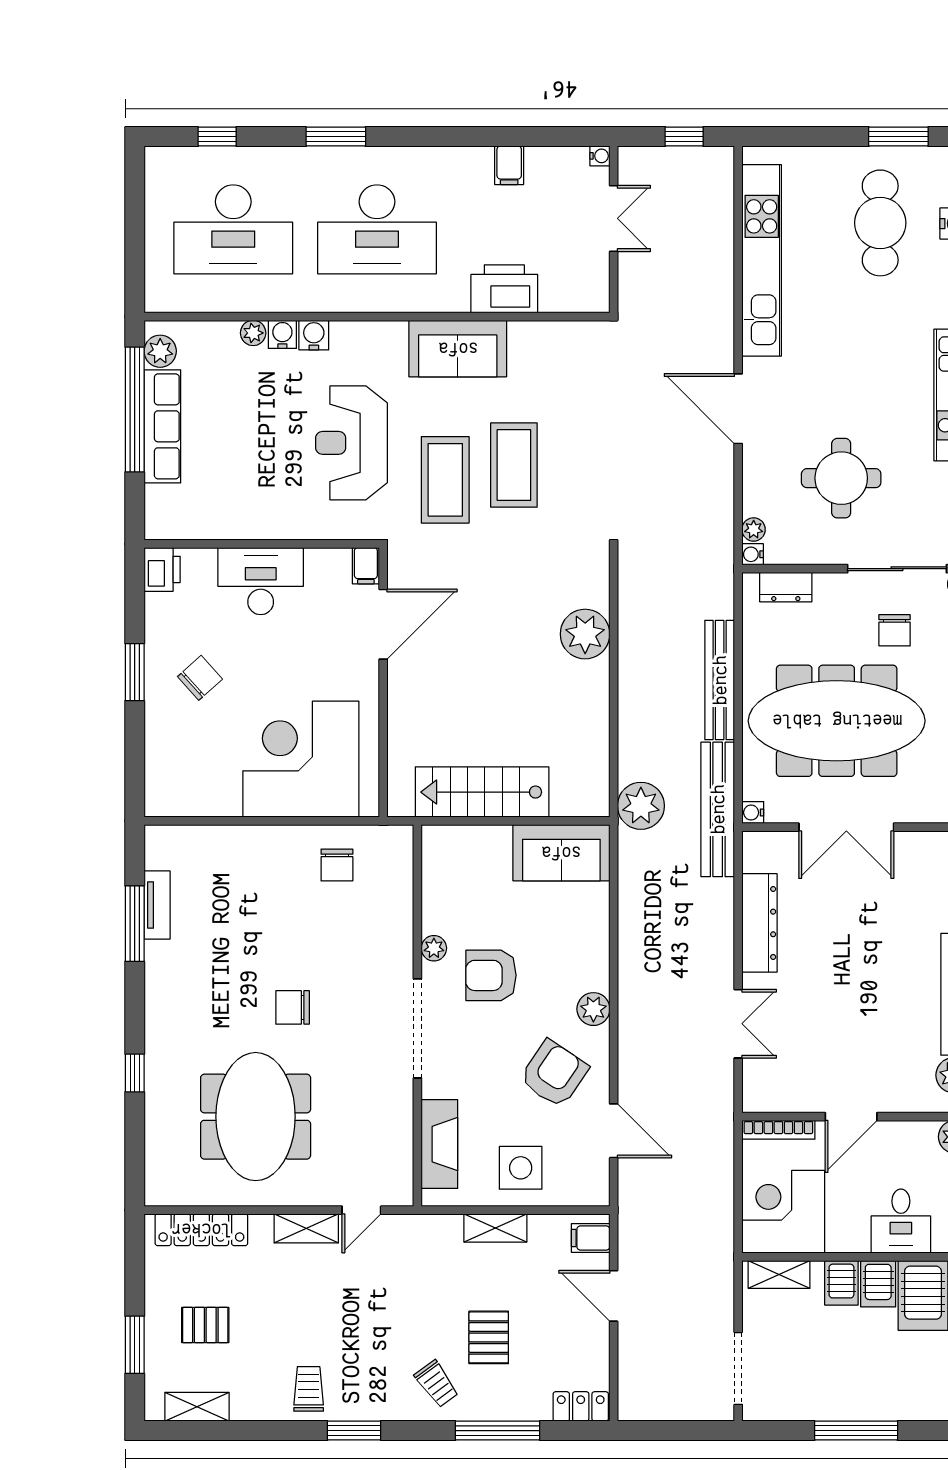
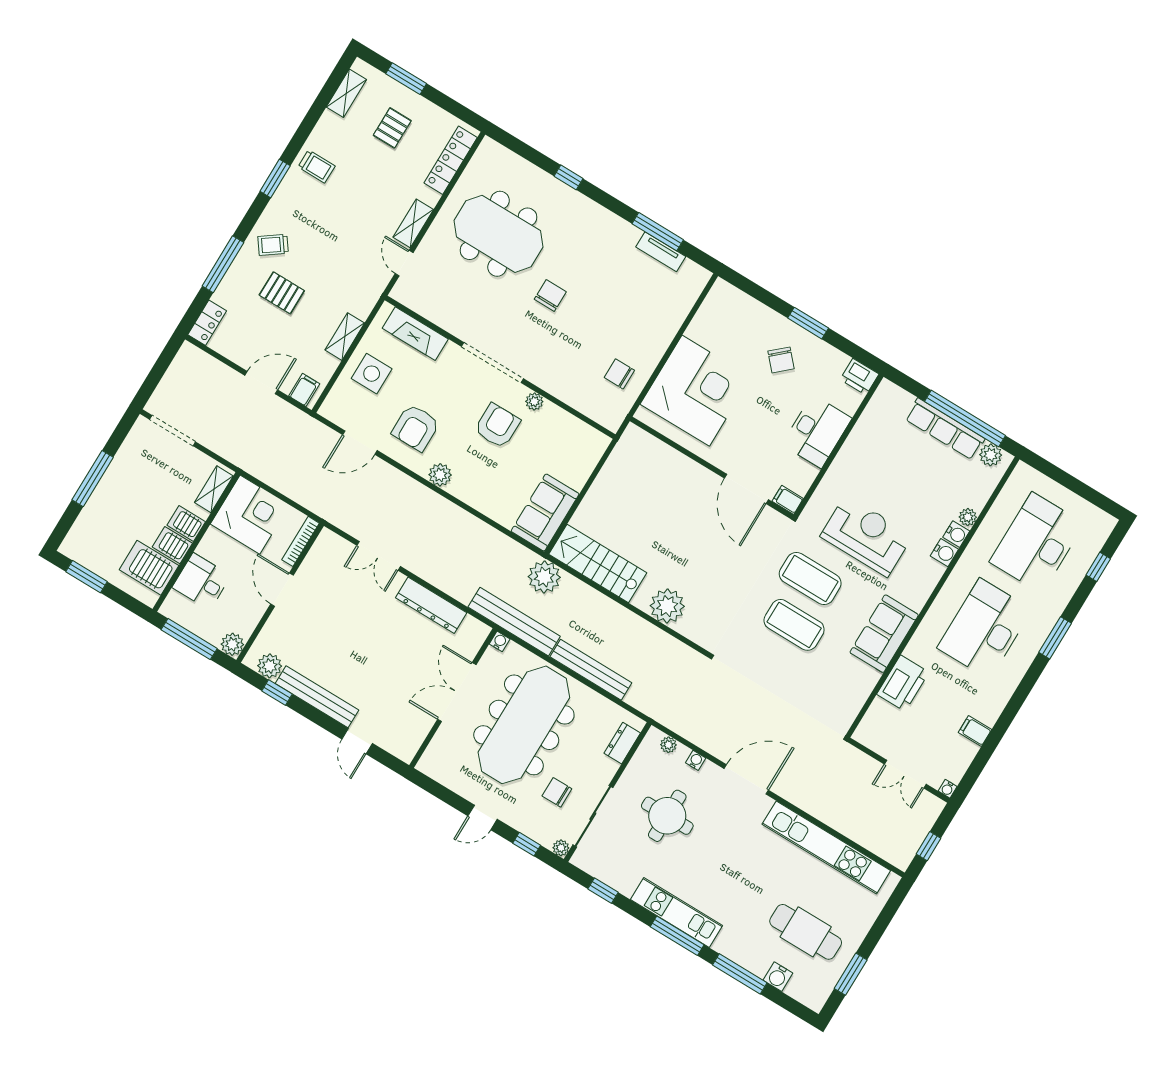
water cooler: (753, 554) -> (696, 760), moved
stairs: (482, 792) -> (598, 564), moved, turned -90
armchair: (554, 1074) -> (416, 428), turned 56

